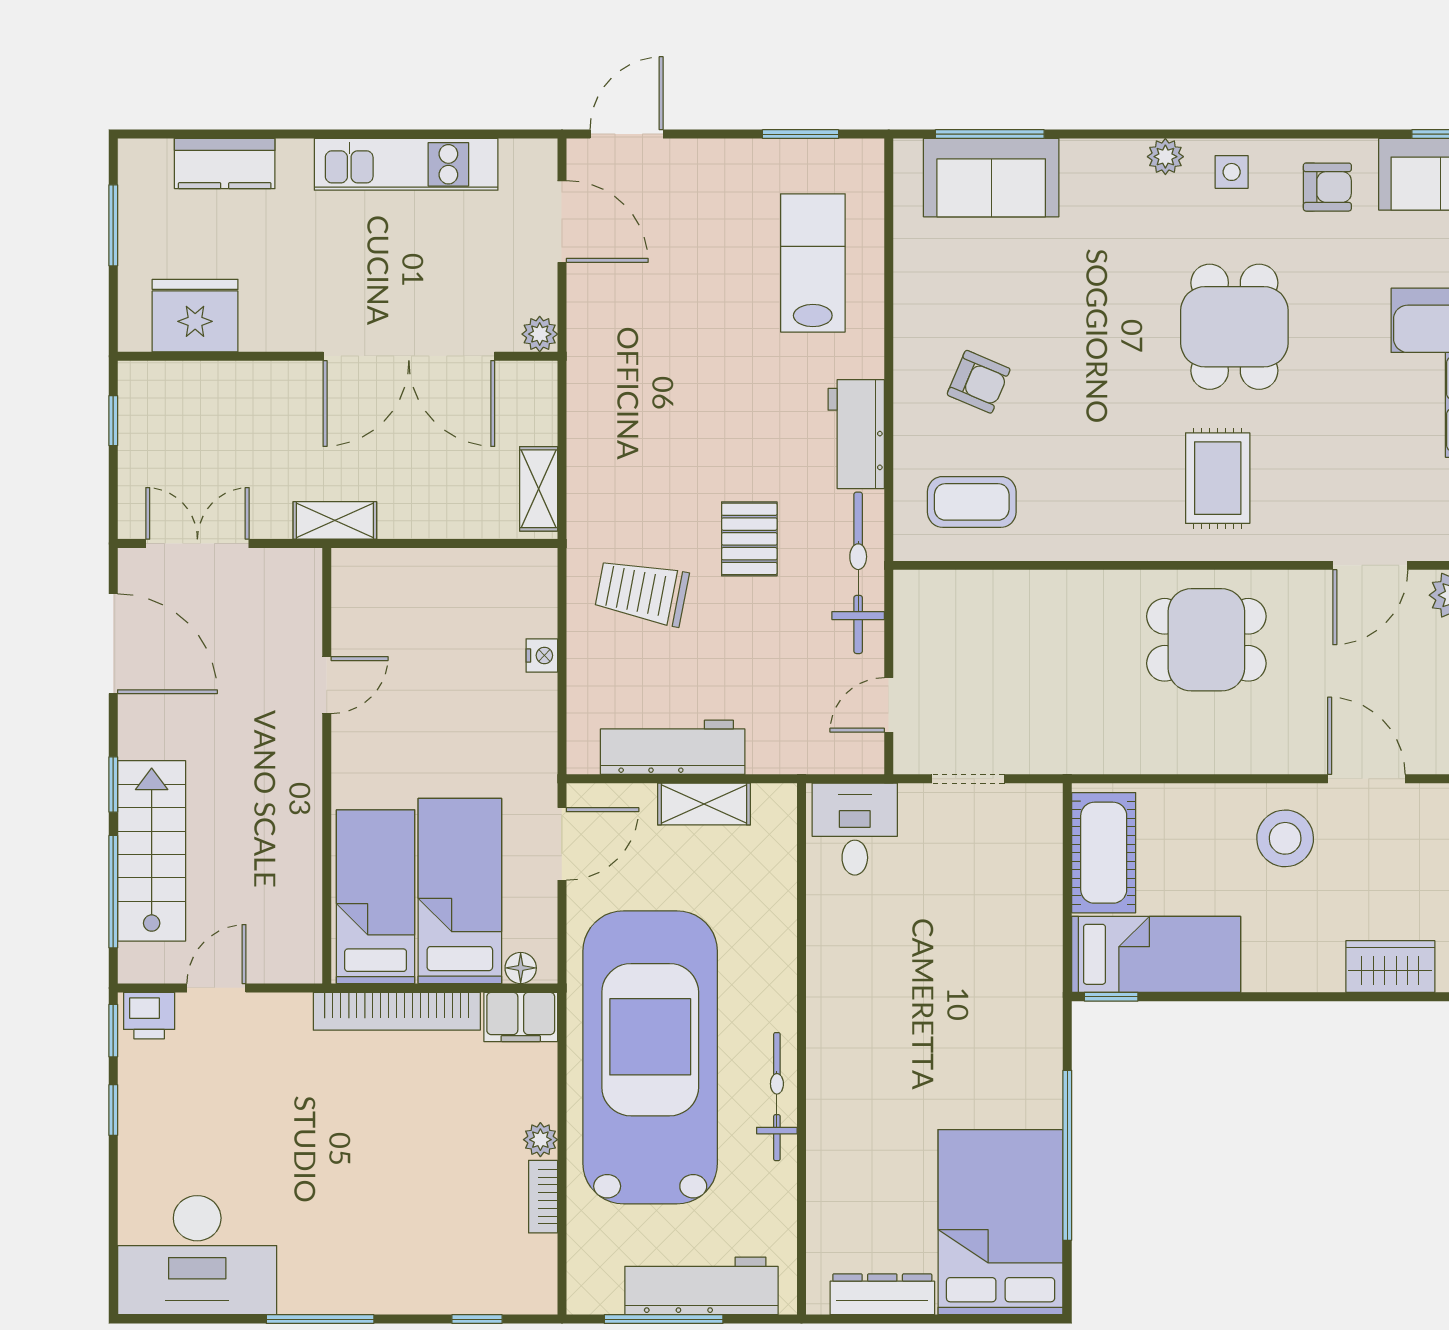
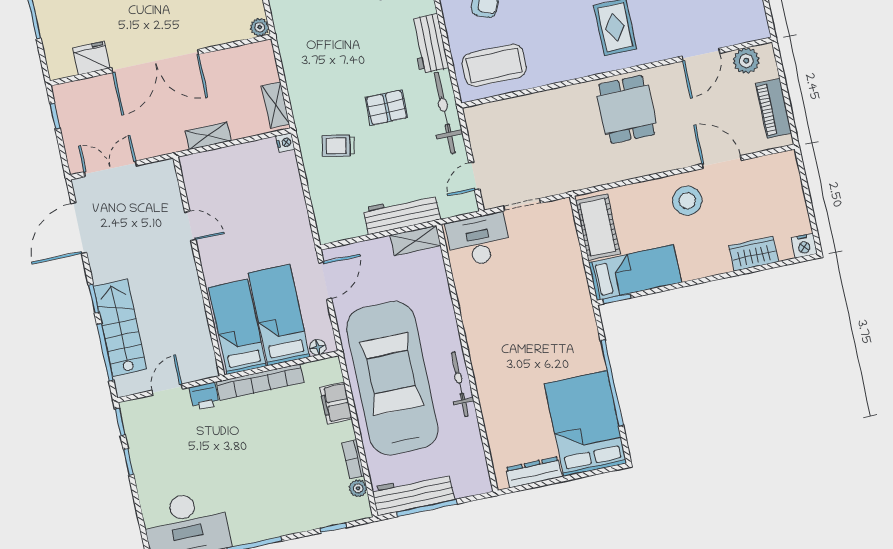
fridge: (195, 316) -> (91, 58), width x0.73, depth x0.75
double door: (409, 356) -> (155, 61), moved
coffee table: (972, 502) -> (494, 65), width x1.36, depth x1.32
shelving: (335, 520) -> (208, 136), moved
pallet: (749, 539) -> (387, 108), turned 90
trolley: (642, 592) -> (338, 146), width x0.73, depth x0.72
dining table: (1206, 640) -> (627, 109), turned 90
door: (113, 644) -> (79, 228), swing flipped
nightstand: (542, 655) -> (285, 143), moved
door: (327, 685) -> (190, 226), hinge flipped
workbench: (673, 747) -> (402, 214), moved
shelving: (704, 804) -> (416, 240), moved
desk: (855, 829) -> (478, 240), width x1.37
printer: (149, 1016) -> (204, 396), moved
filing cabinet: (521, 1017) -> (336, 403), moved, turned 90
plant: (540, 1140) -> (358, 488), moved
workbench: (701, 1286) -> (413, 494), moved

